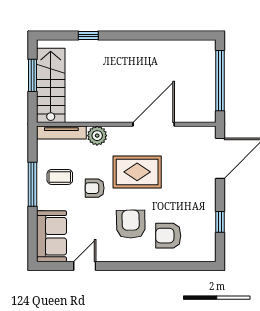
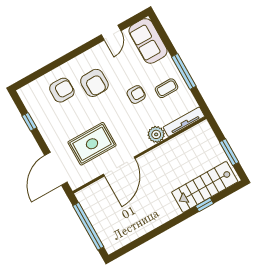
stairs: (51, 85) -> (205, 187), moved, turned 90
rug: (137, 172) -> (92, 144), moved

